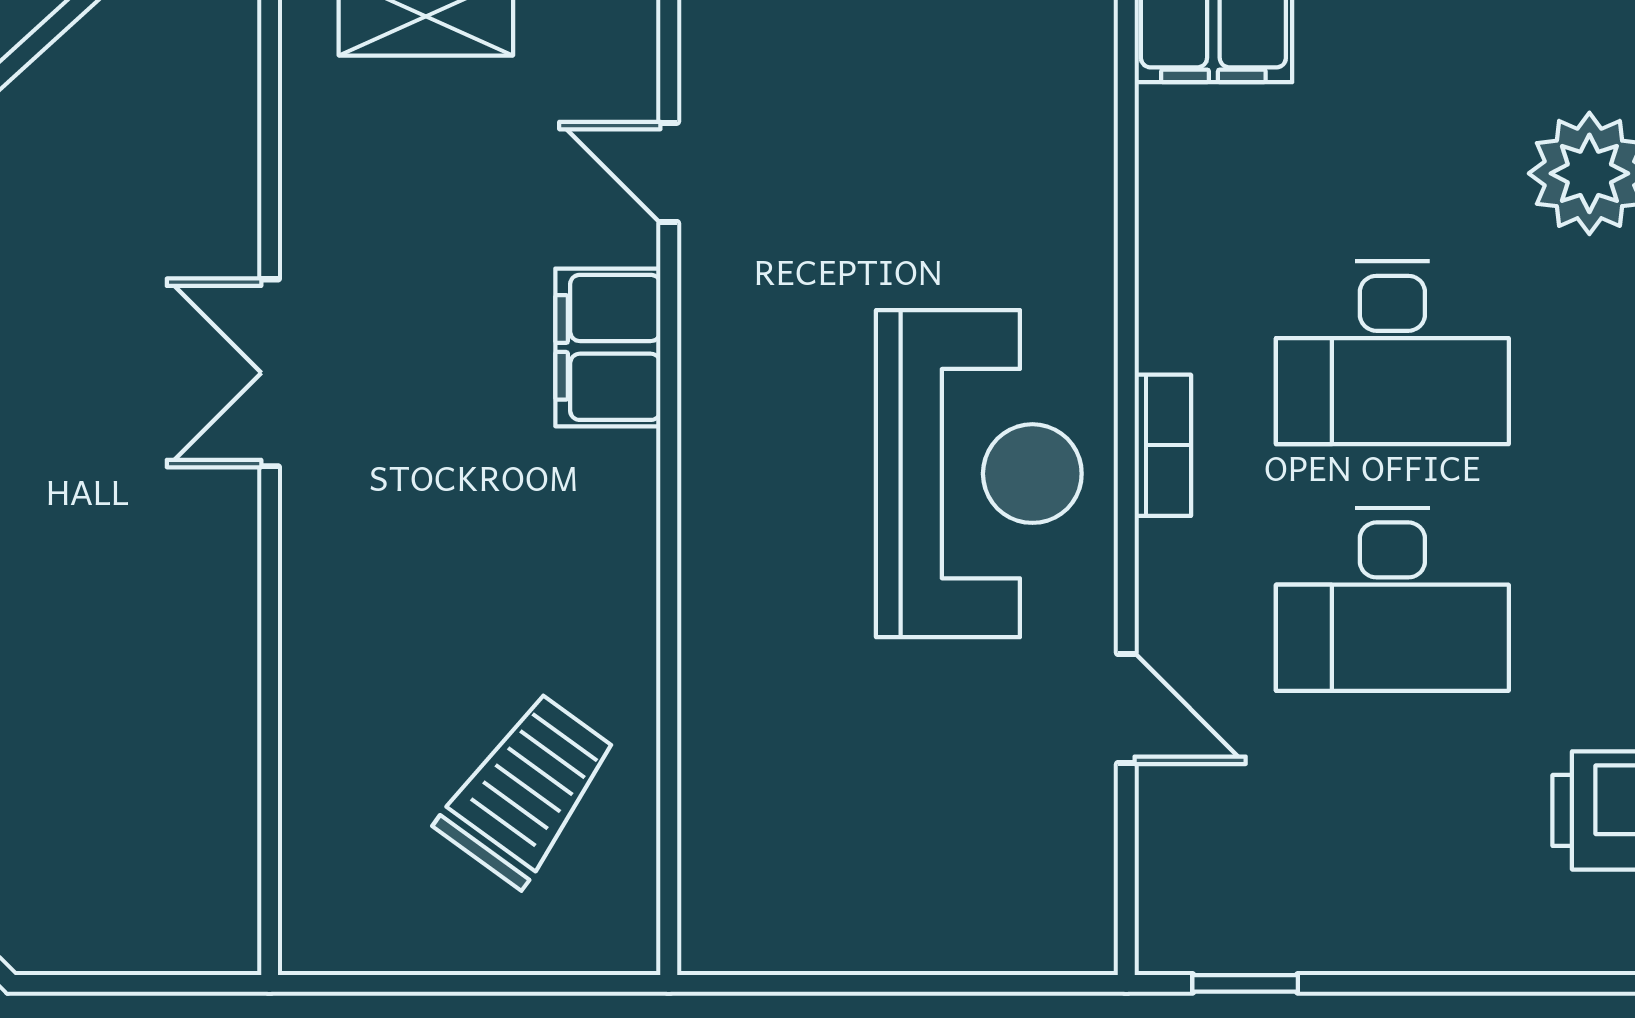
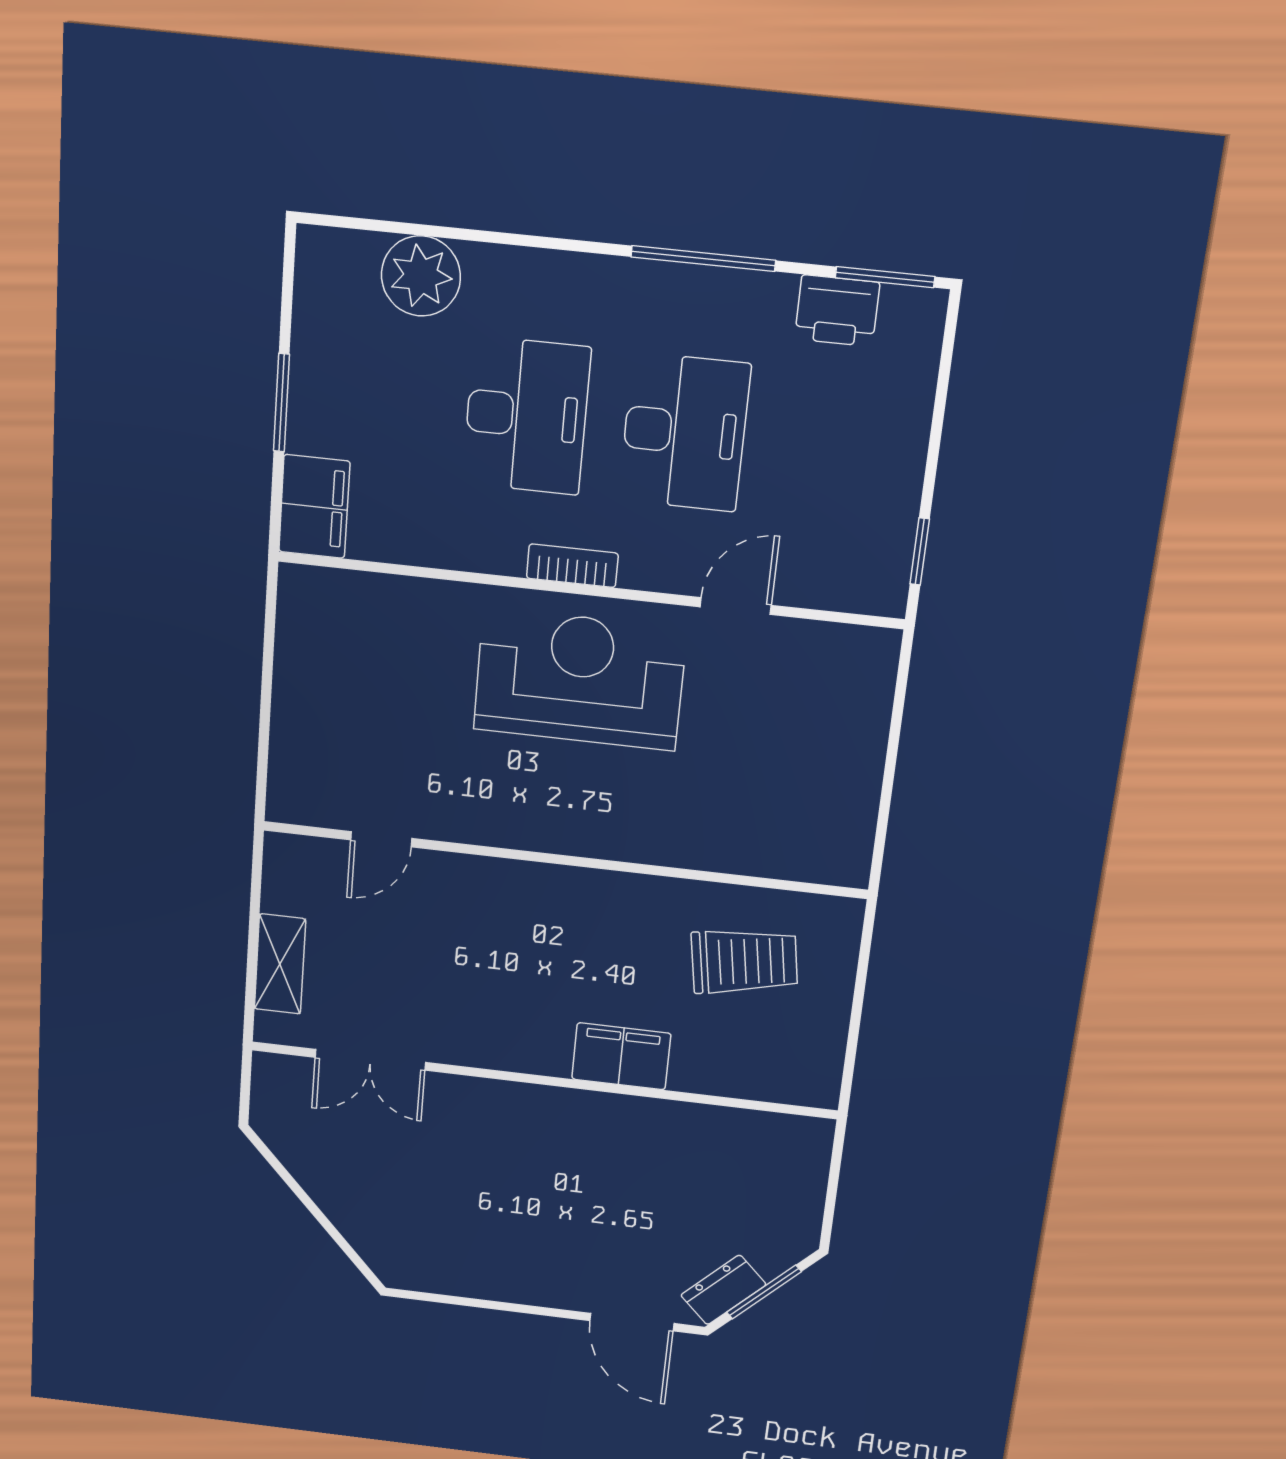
filing cabinet: (608, 347) -> (621, 1056), moved, turned 180
double door: (270, 373) -> (370, 1060), moved
trolley: (527, 789) -> (744, 961), turned 135

